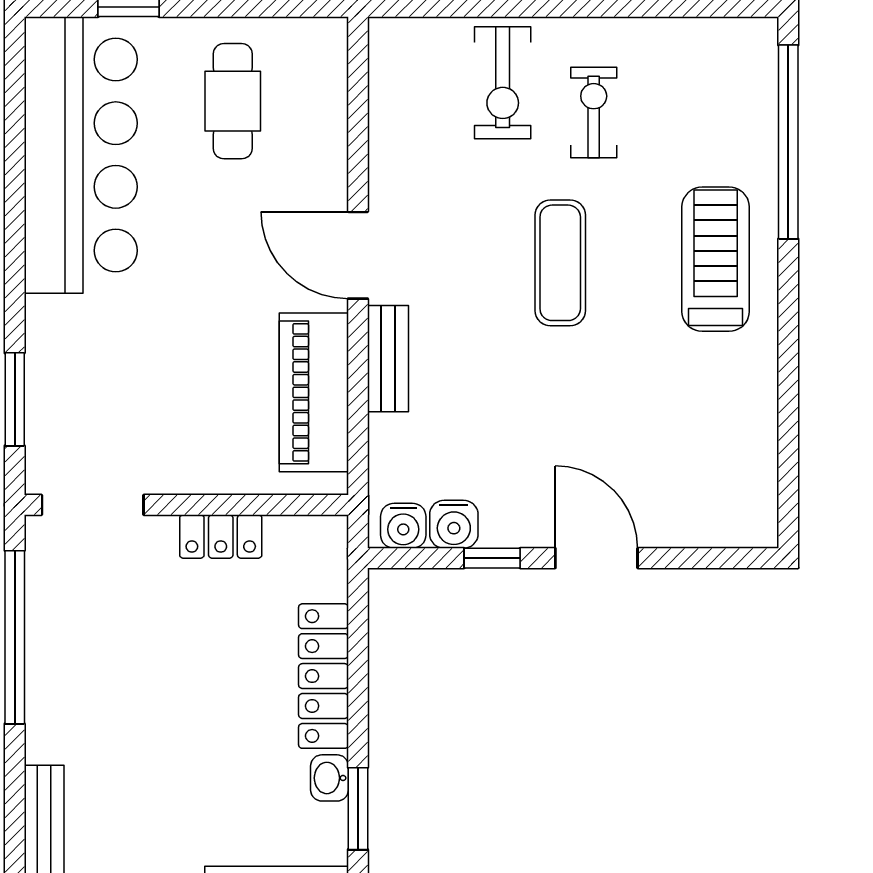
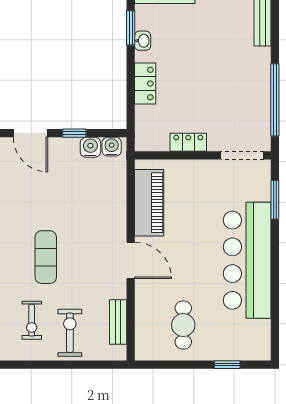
bar counter: (81, 155) -> (247, 260), moved
bench: (388, 359) -> (118, 322), moved
locker: (324, 676) -> (145, 84), width x0.66

